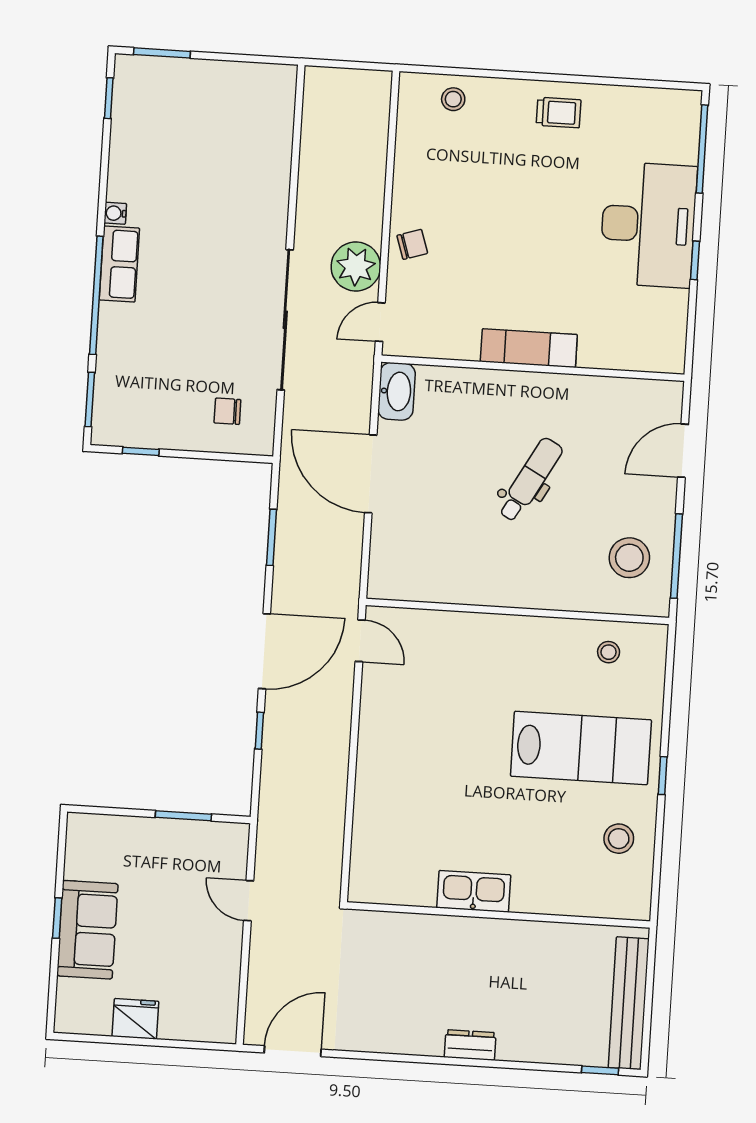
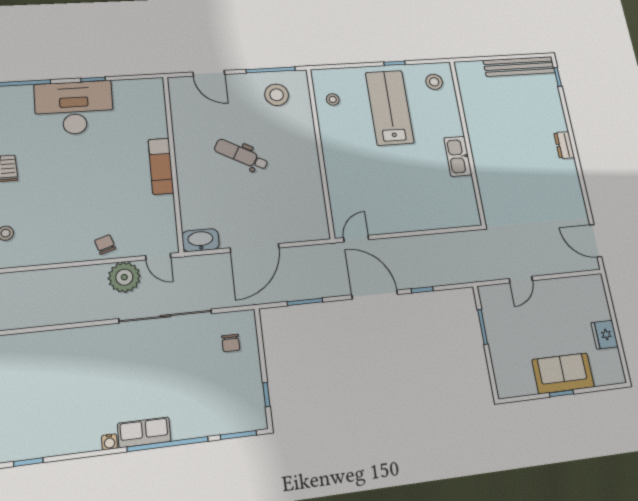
kitchen sink: (474, 891) -> (458, 156), moved
wall: (498, 915) -> (467, 141), moved

